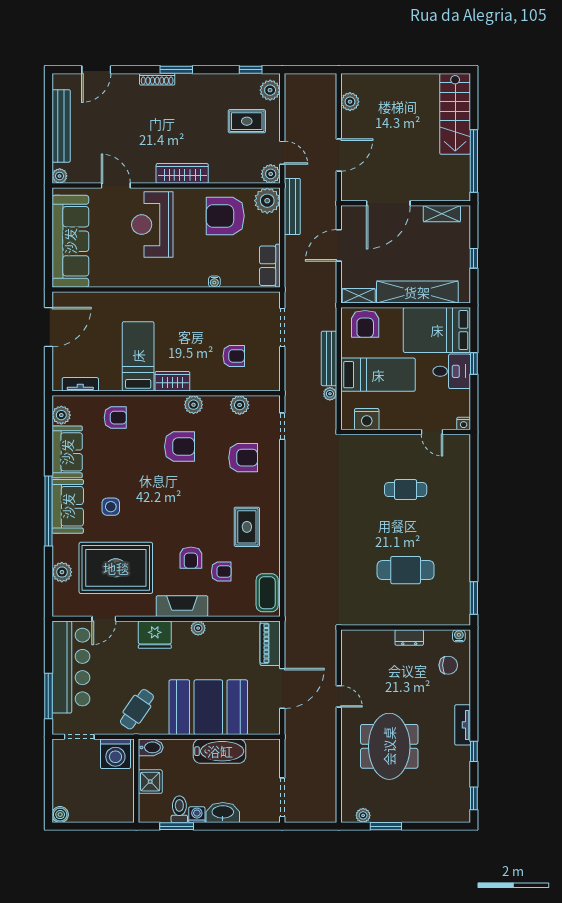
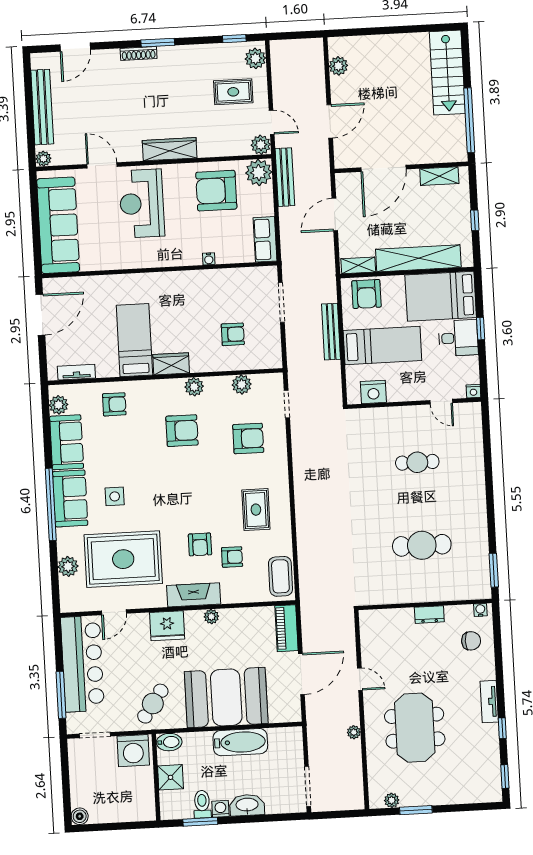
plant: (330, 394) -> (354, 732), moved

